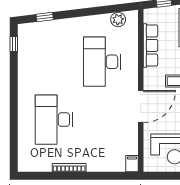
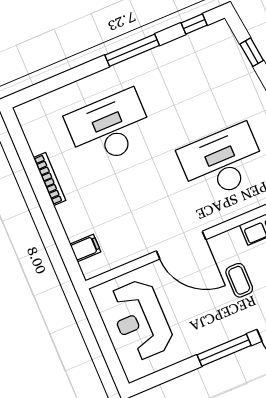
window: (14, 87) -> (132, 50), added
filing cabinet: (132, 164) -> (85, 248), moved

